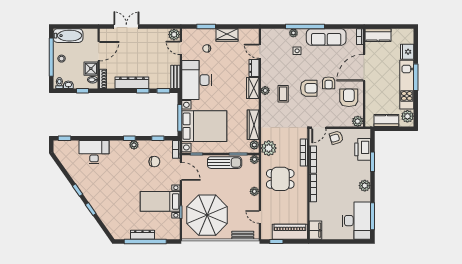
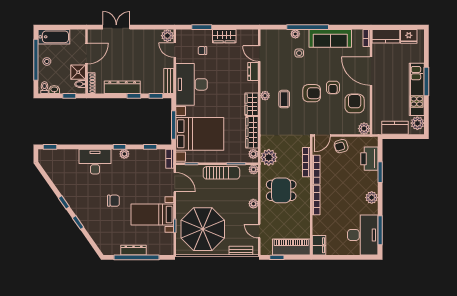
fridge: (407, 52) -> (409, 36), moved, turned -90
door: (364, 68) -> (371, 71), hinge flipped
wardrobe: (253, 88) -> (252, 104), moved
desk: (94, 152) -> (95, 162), moved
chair: (154, 162) -> (113, 201), moved

